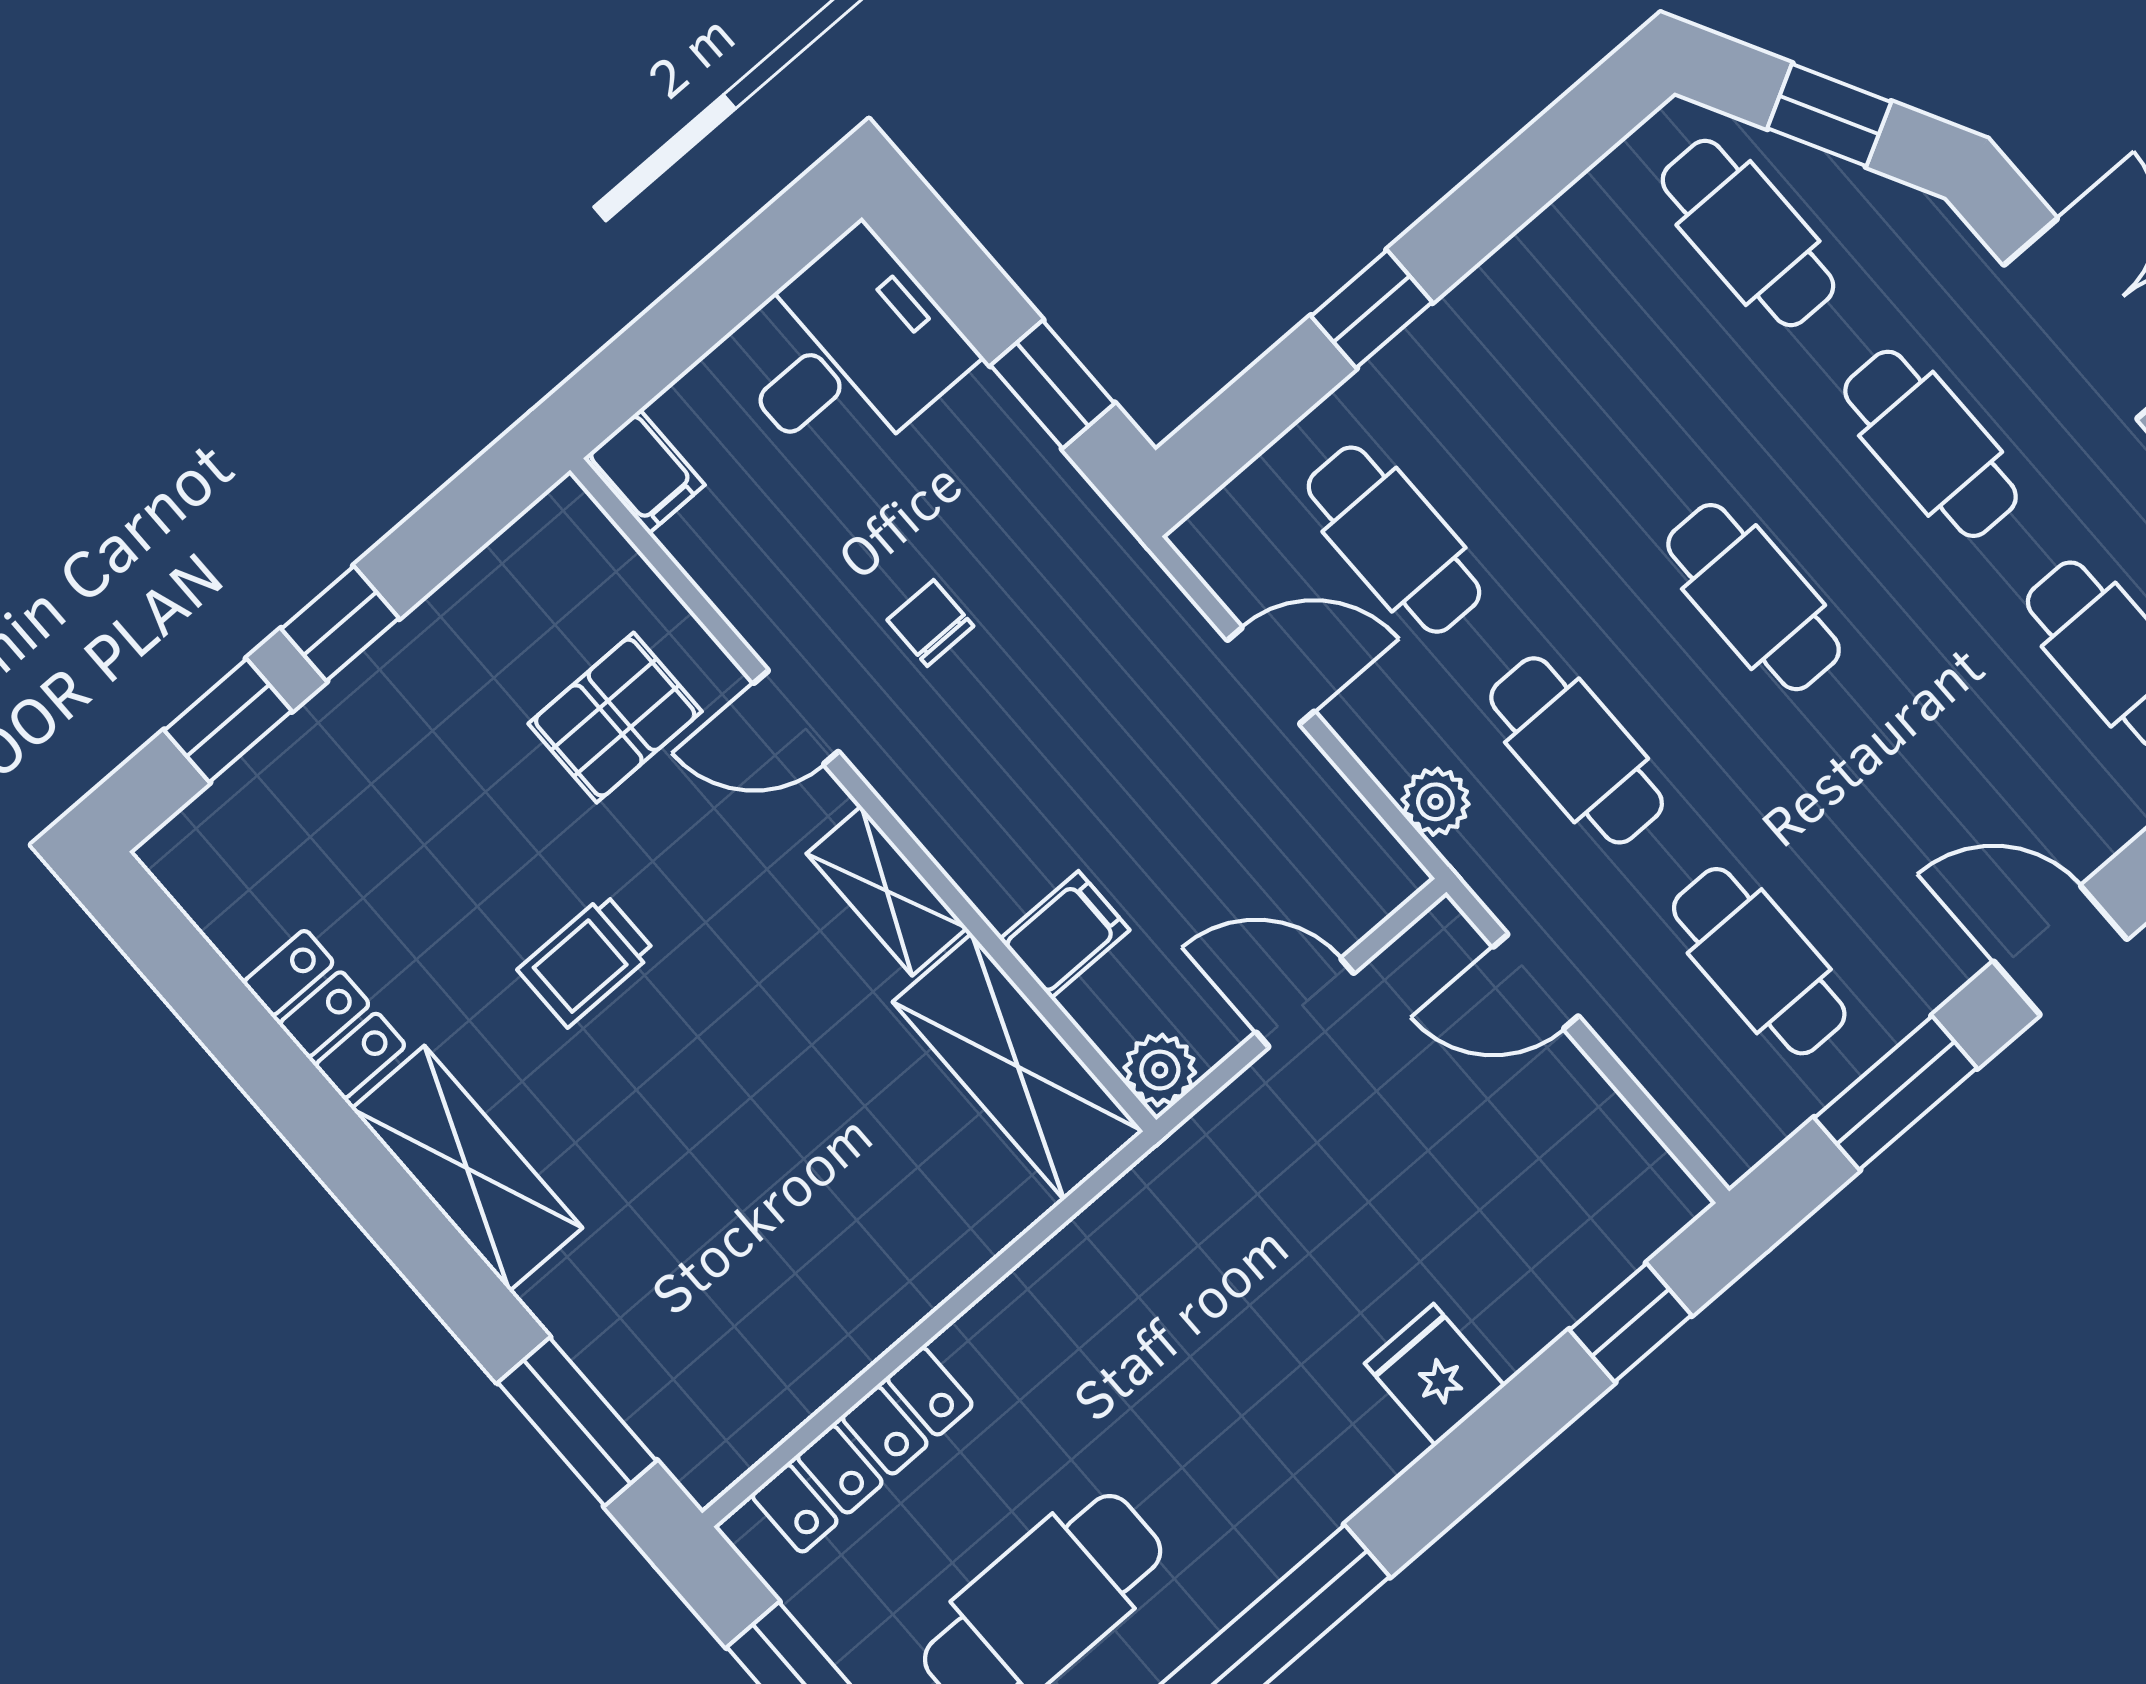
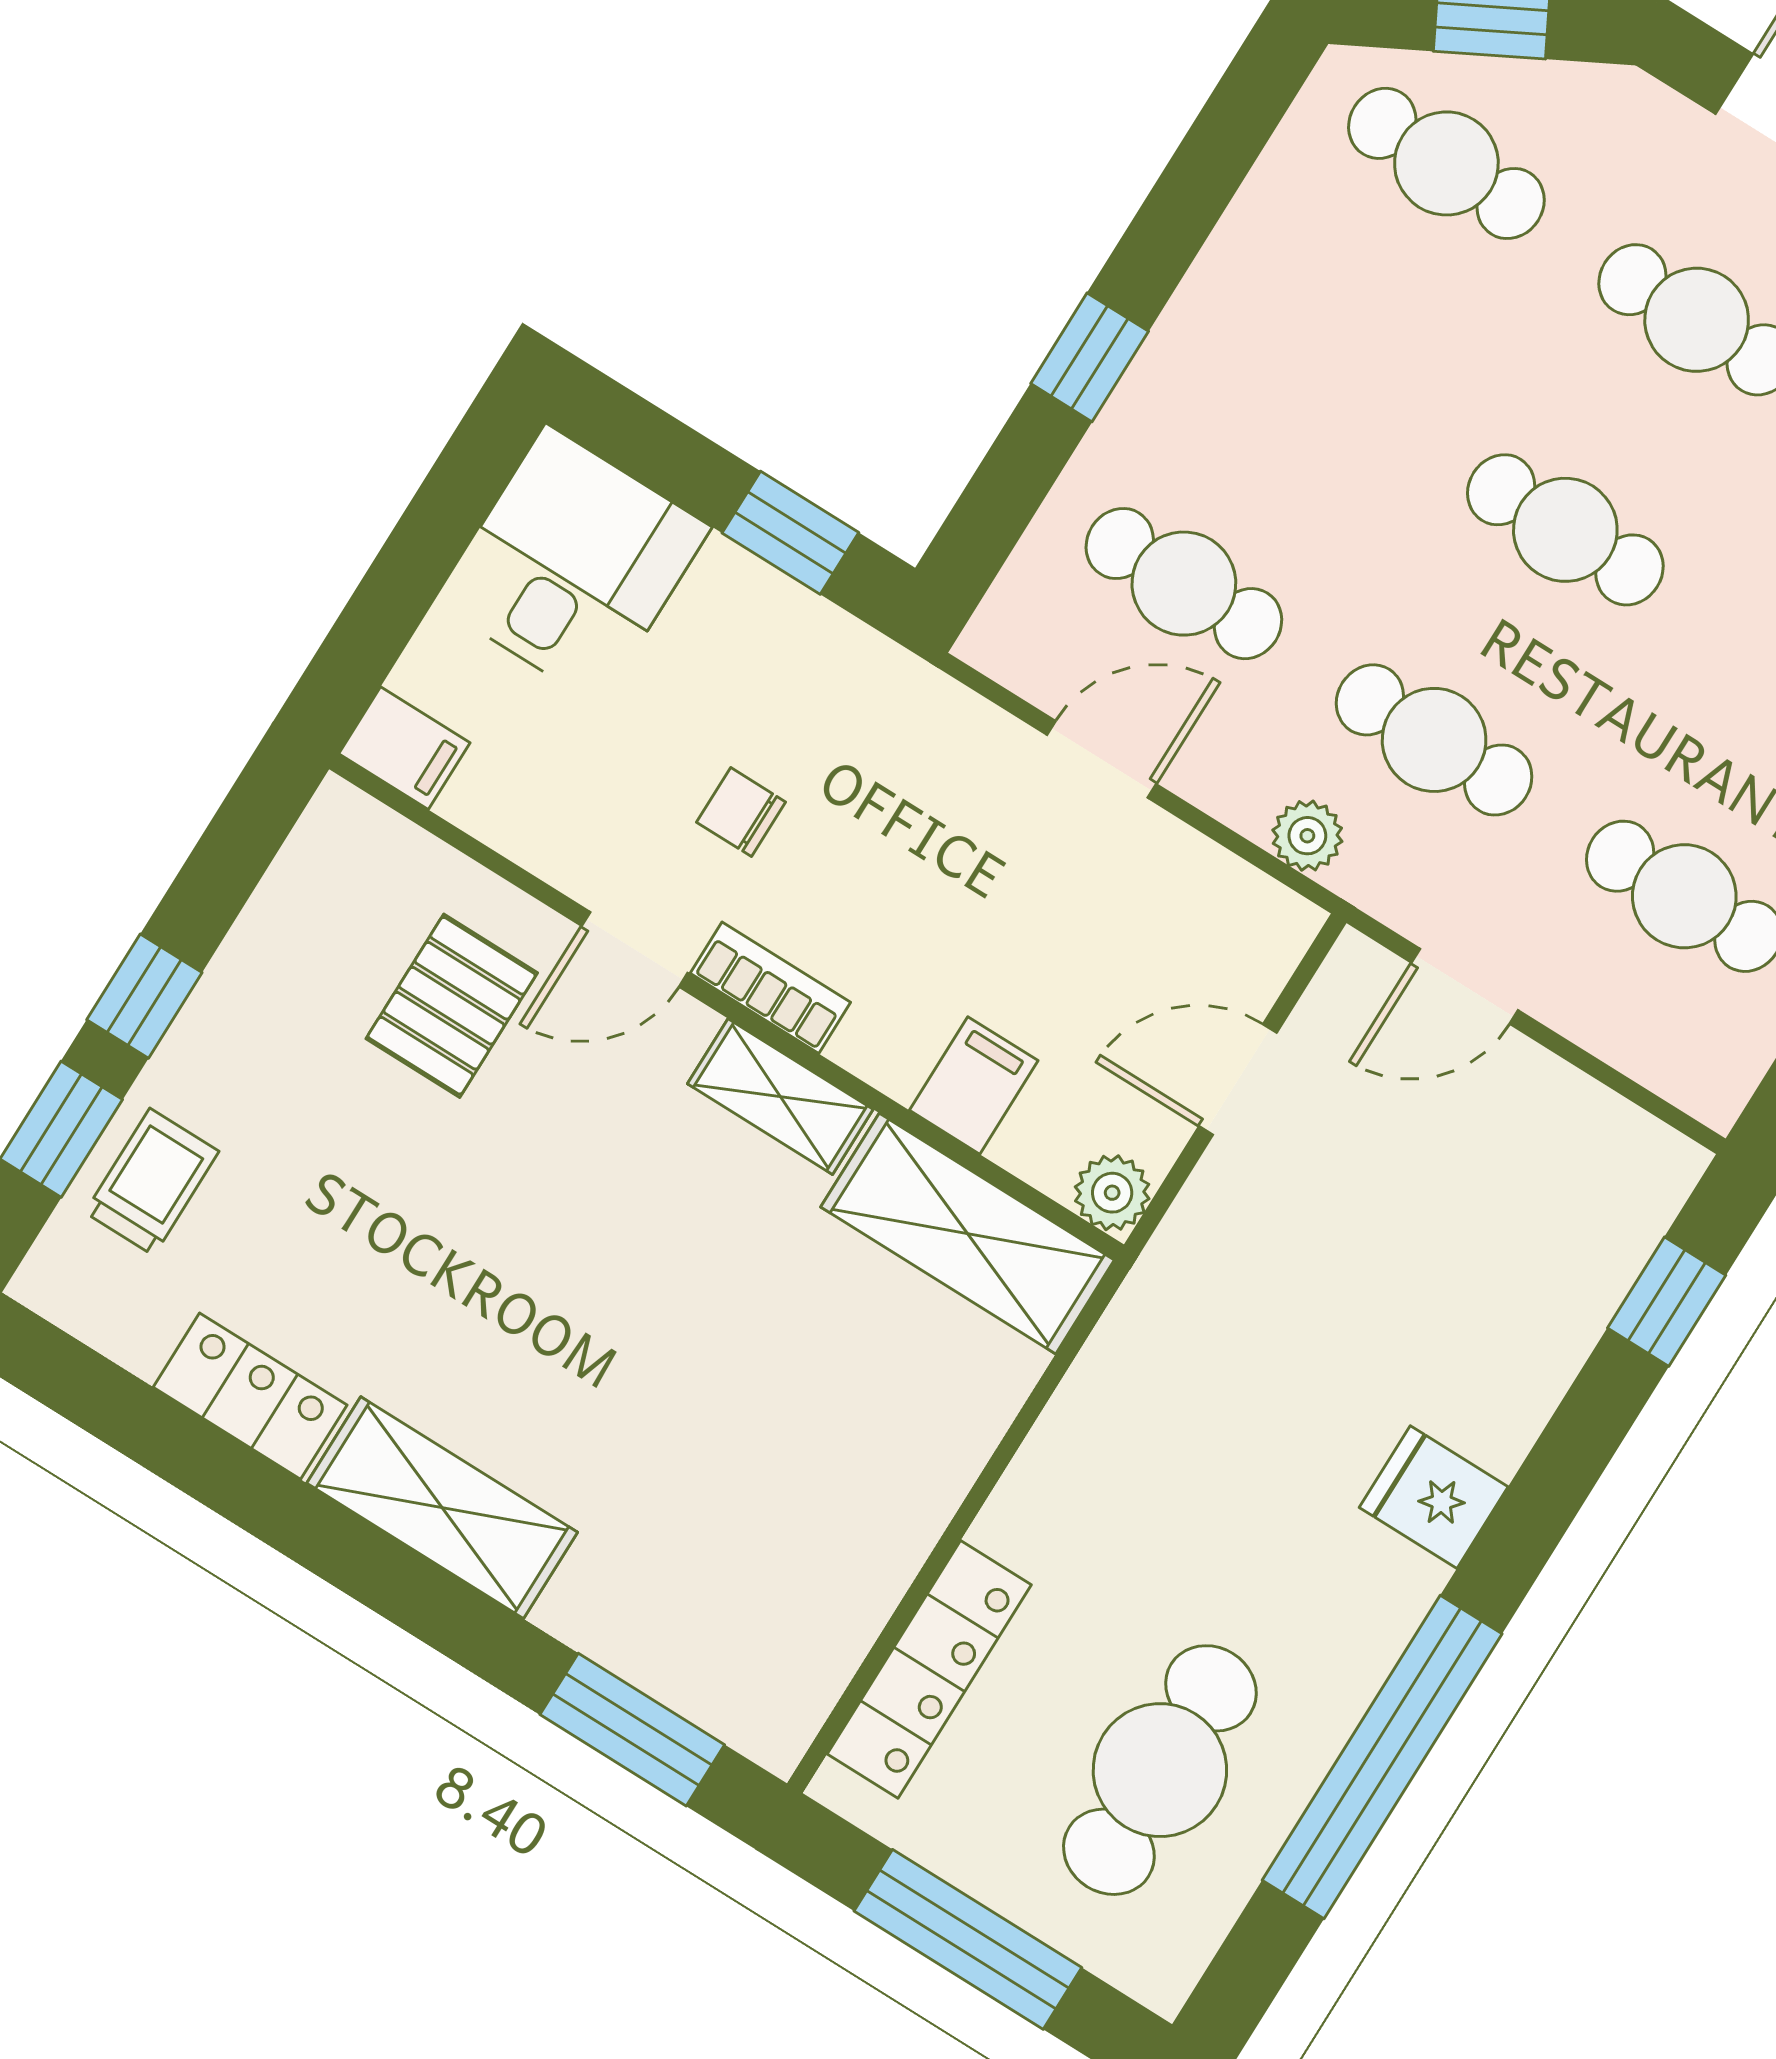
bookcase: (908, 790) -> (770, 988), added
trolley: (586, 961) -> (152, 1182), moved, turned 180
fridge: (1435, 1375) -> (1434, 1497), moved

